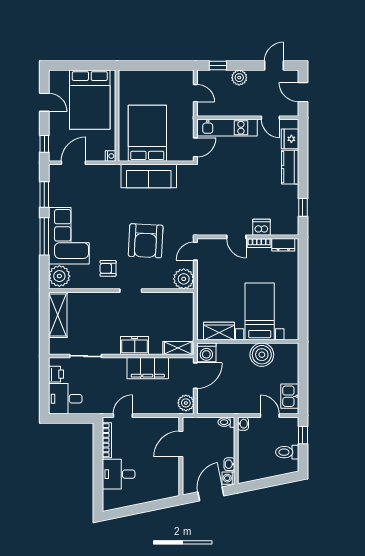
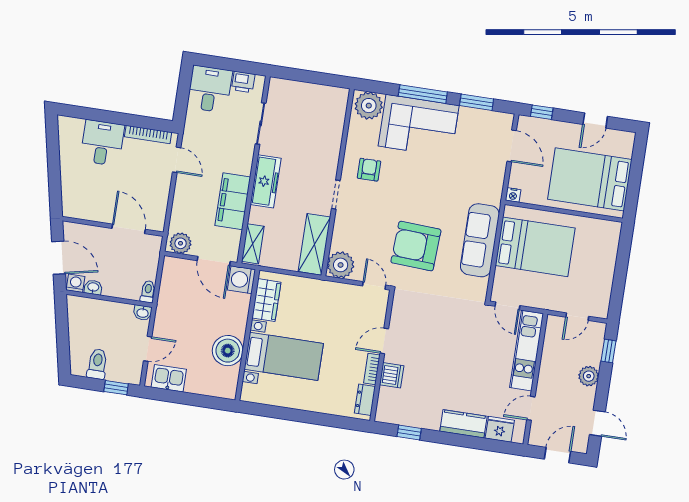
armchair: (146, 241) -> (416, 246), moved
shelving: (58, 315) -> (314, 244), moved, turned 90
freezer: (135, 346) -> (266, 181), width x1.40

